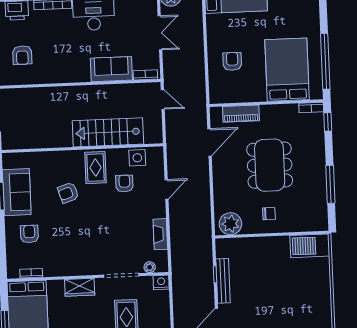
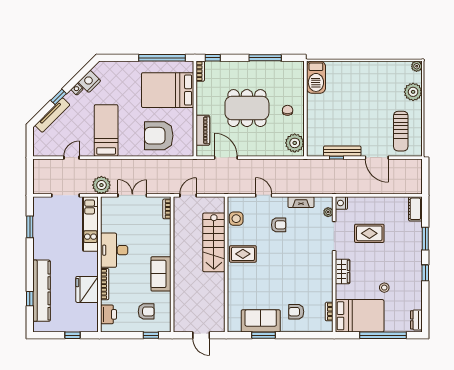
armchair: (232, 61) -> (159, 136), width x1.88, depth x1.88
sofa: (111, 69) -> (161, 274), moved
armchair: (124, 184) -> (279, 225), moved, turned 180
armchair: (68, 193) -> (263, 278), removed

